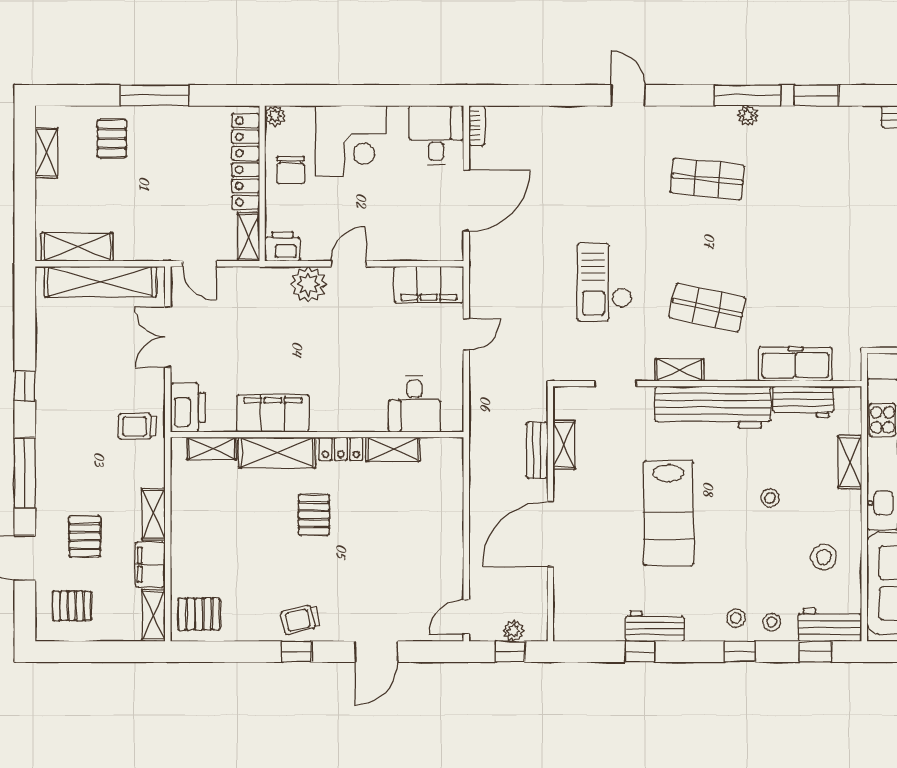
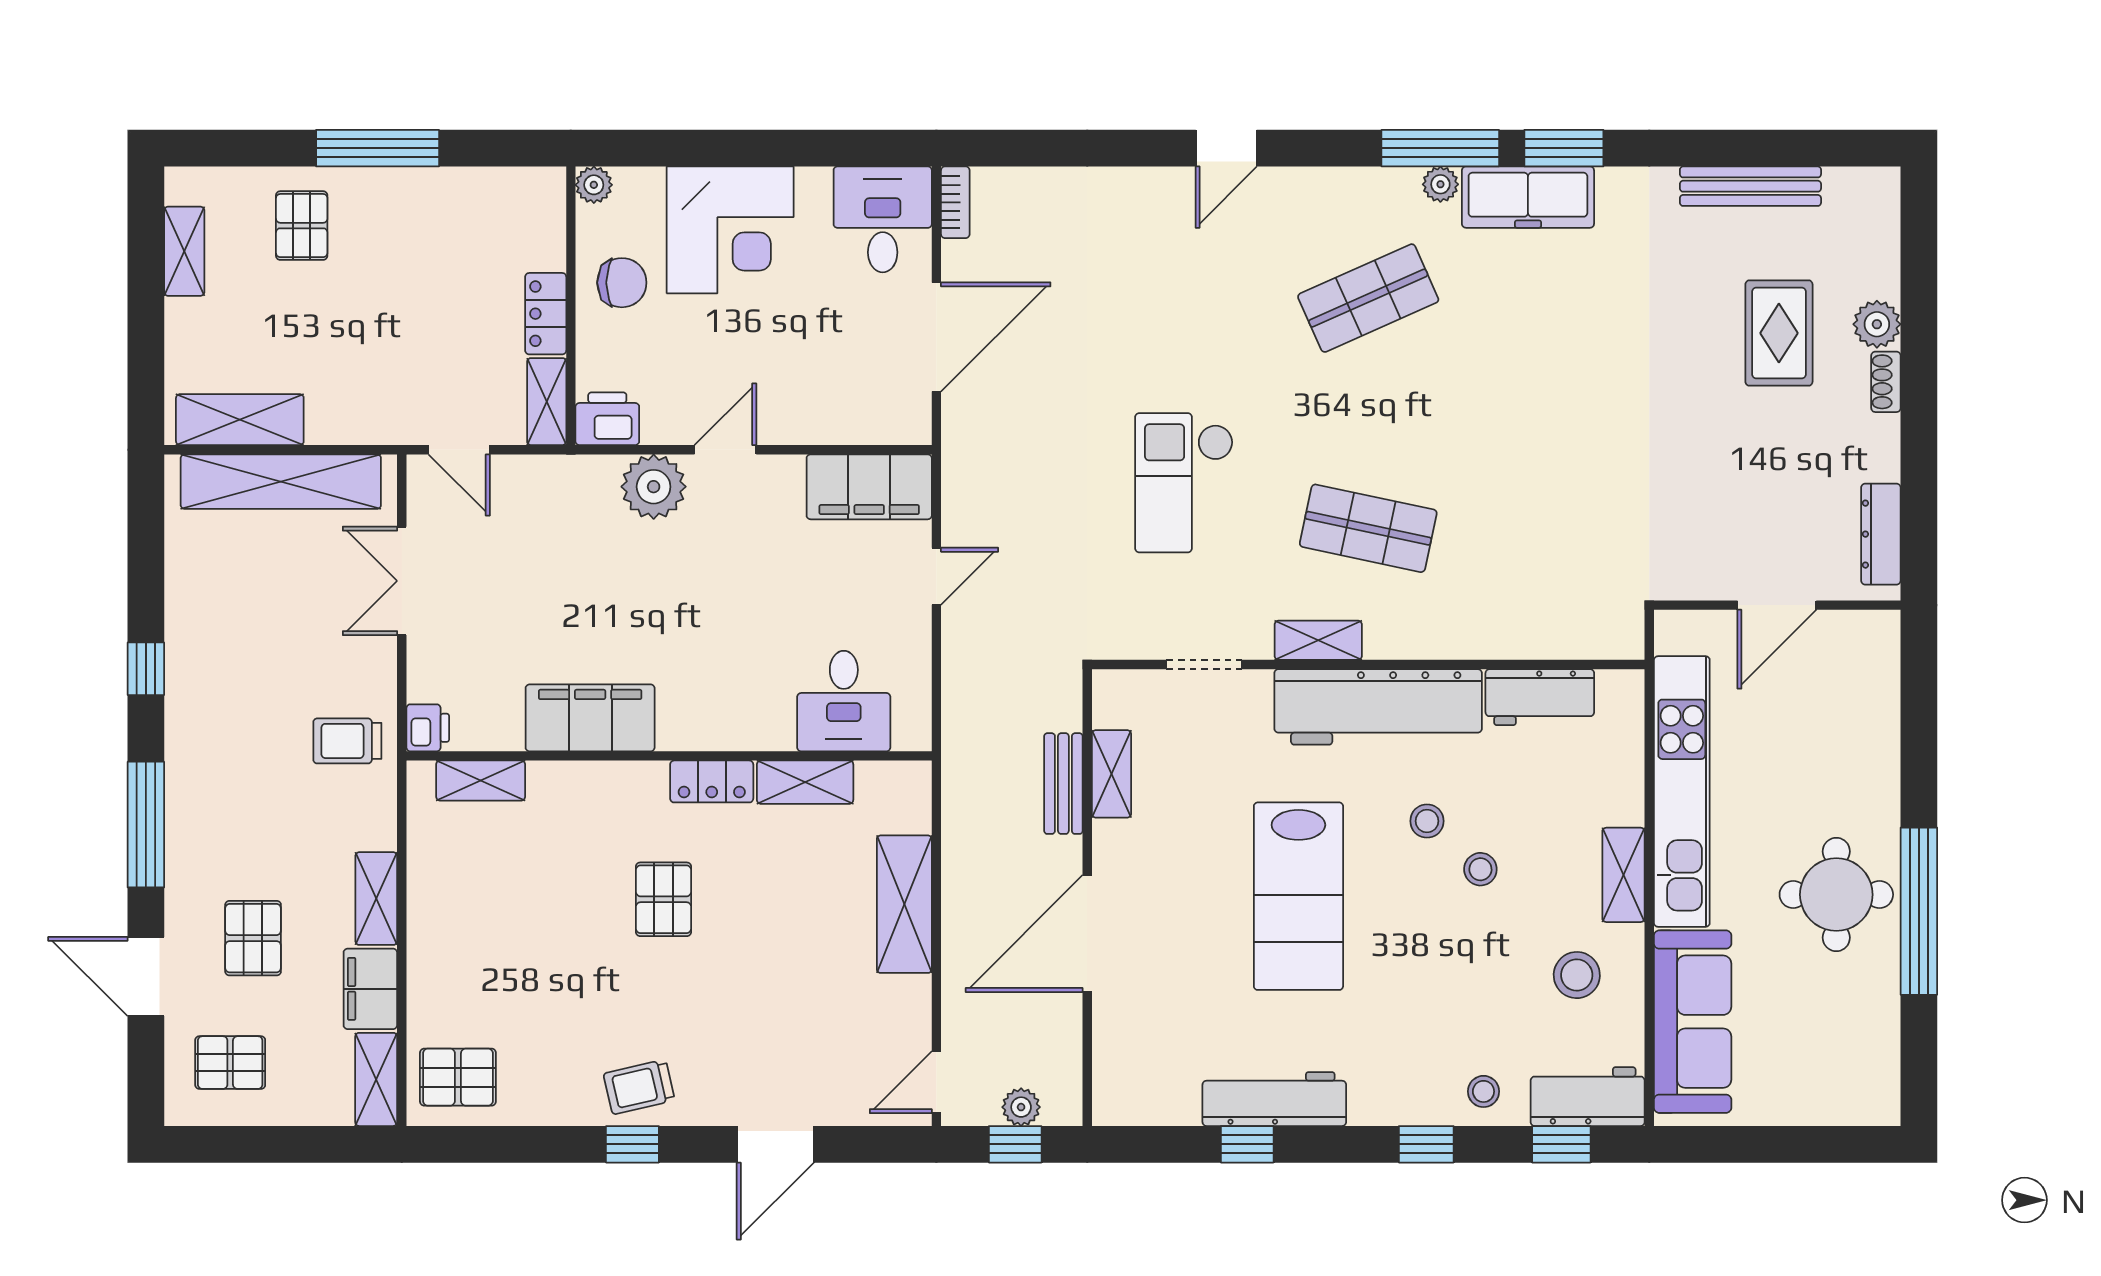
door: (628, 95) -> (1226, 148), swing flipped
locker: (246, 161) -> (546, 314), width x0.46, depth x0.83
chair: (291, 170) -> (622, 283), turned -90
shop shelf: (707, 179) -> (1368, 298), turned -30
freezer: (795, 364) -> (1528, 197), moved, turned 180
printer: (188, 408) -> (428, 728), width x0.53, depth x0.68
shelving: (277, 453) -> (904, 904), moved, turned 90
shelving: (850, 462) -> (1623, 875), moved
stool: (736, 618) -> (1427, 821), moved
workbench: (655, 626) -> (1274, 1099), width x1.37

